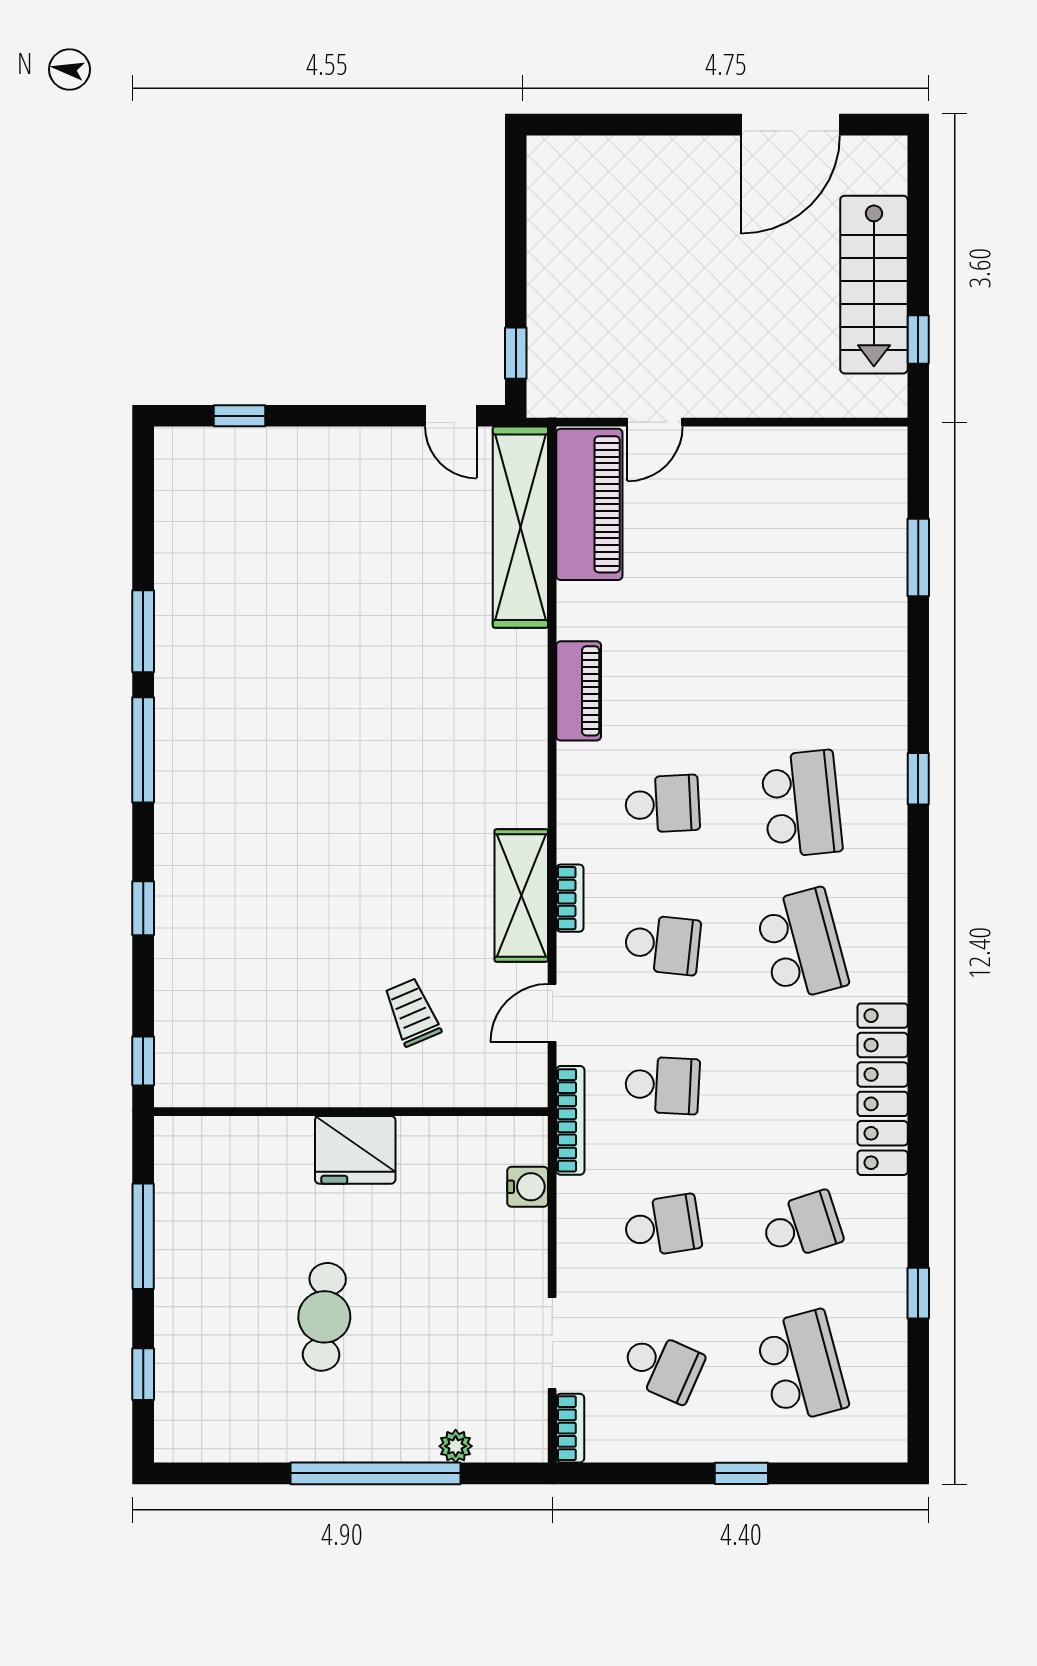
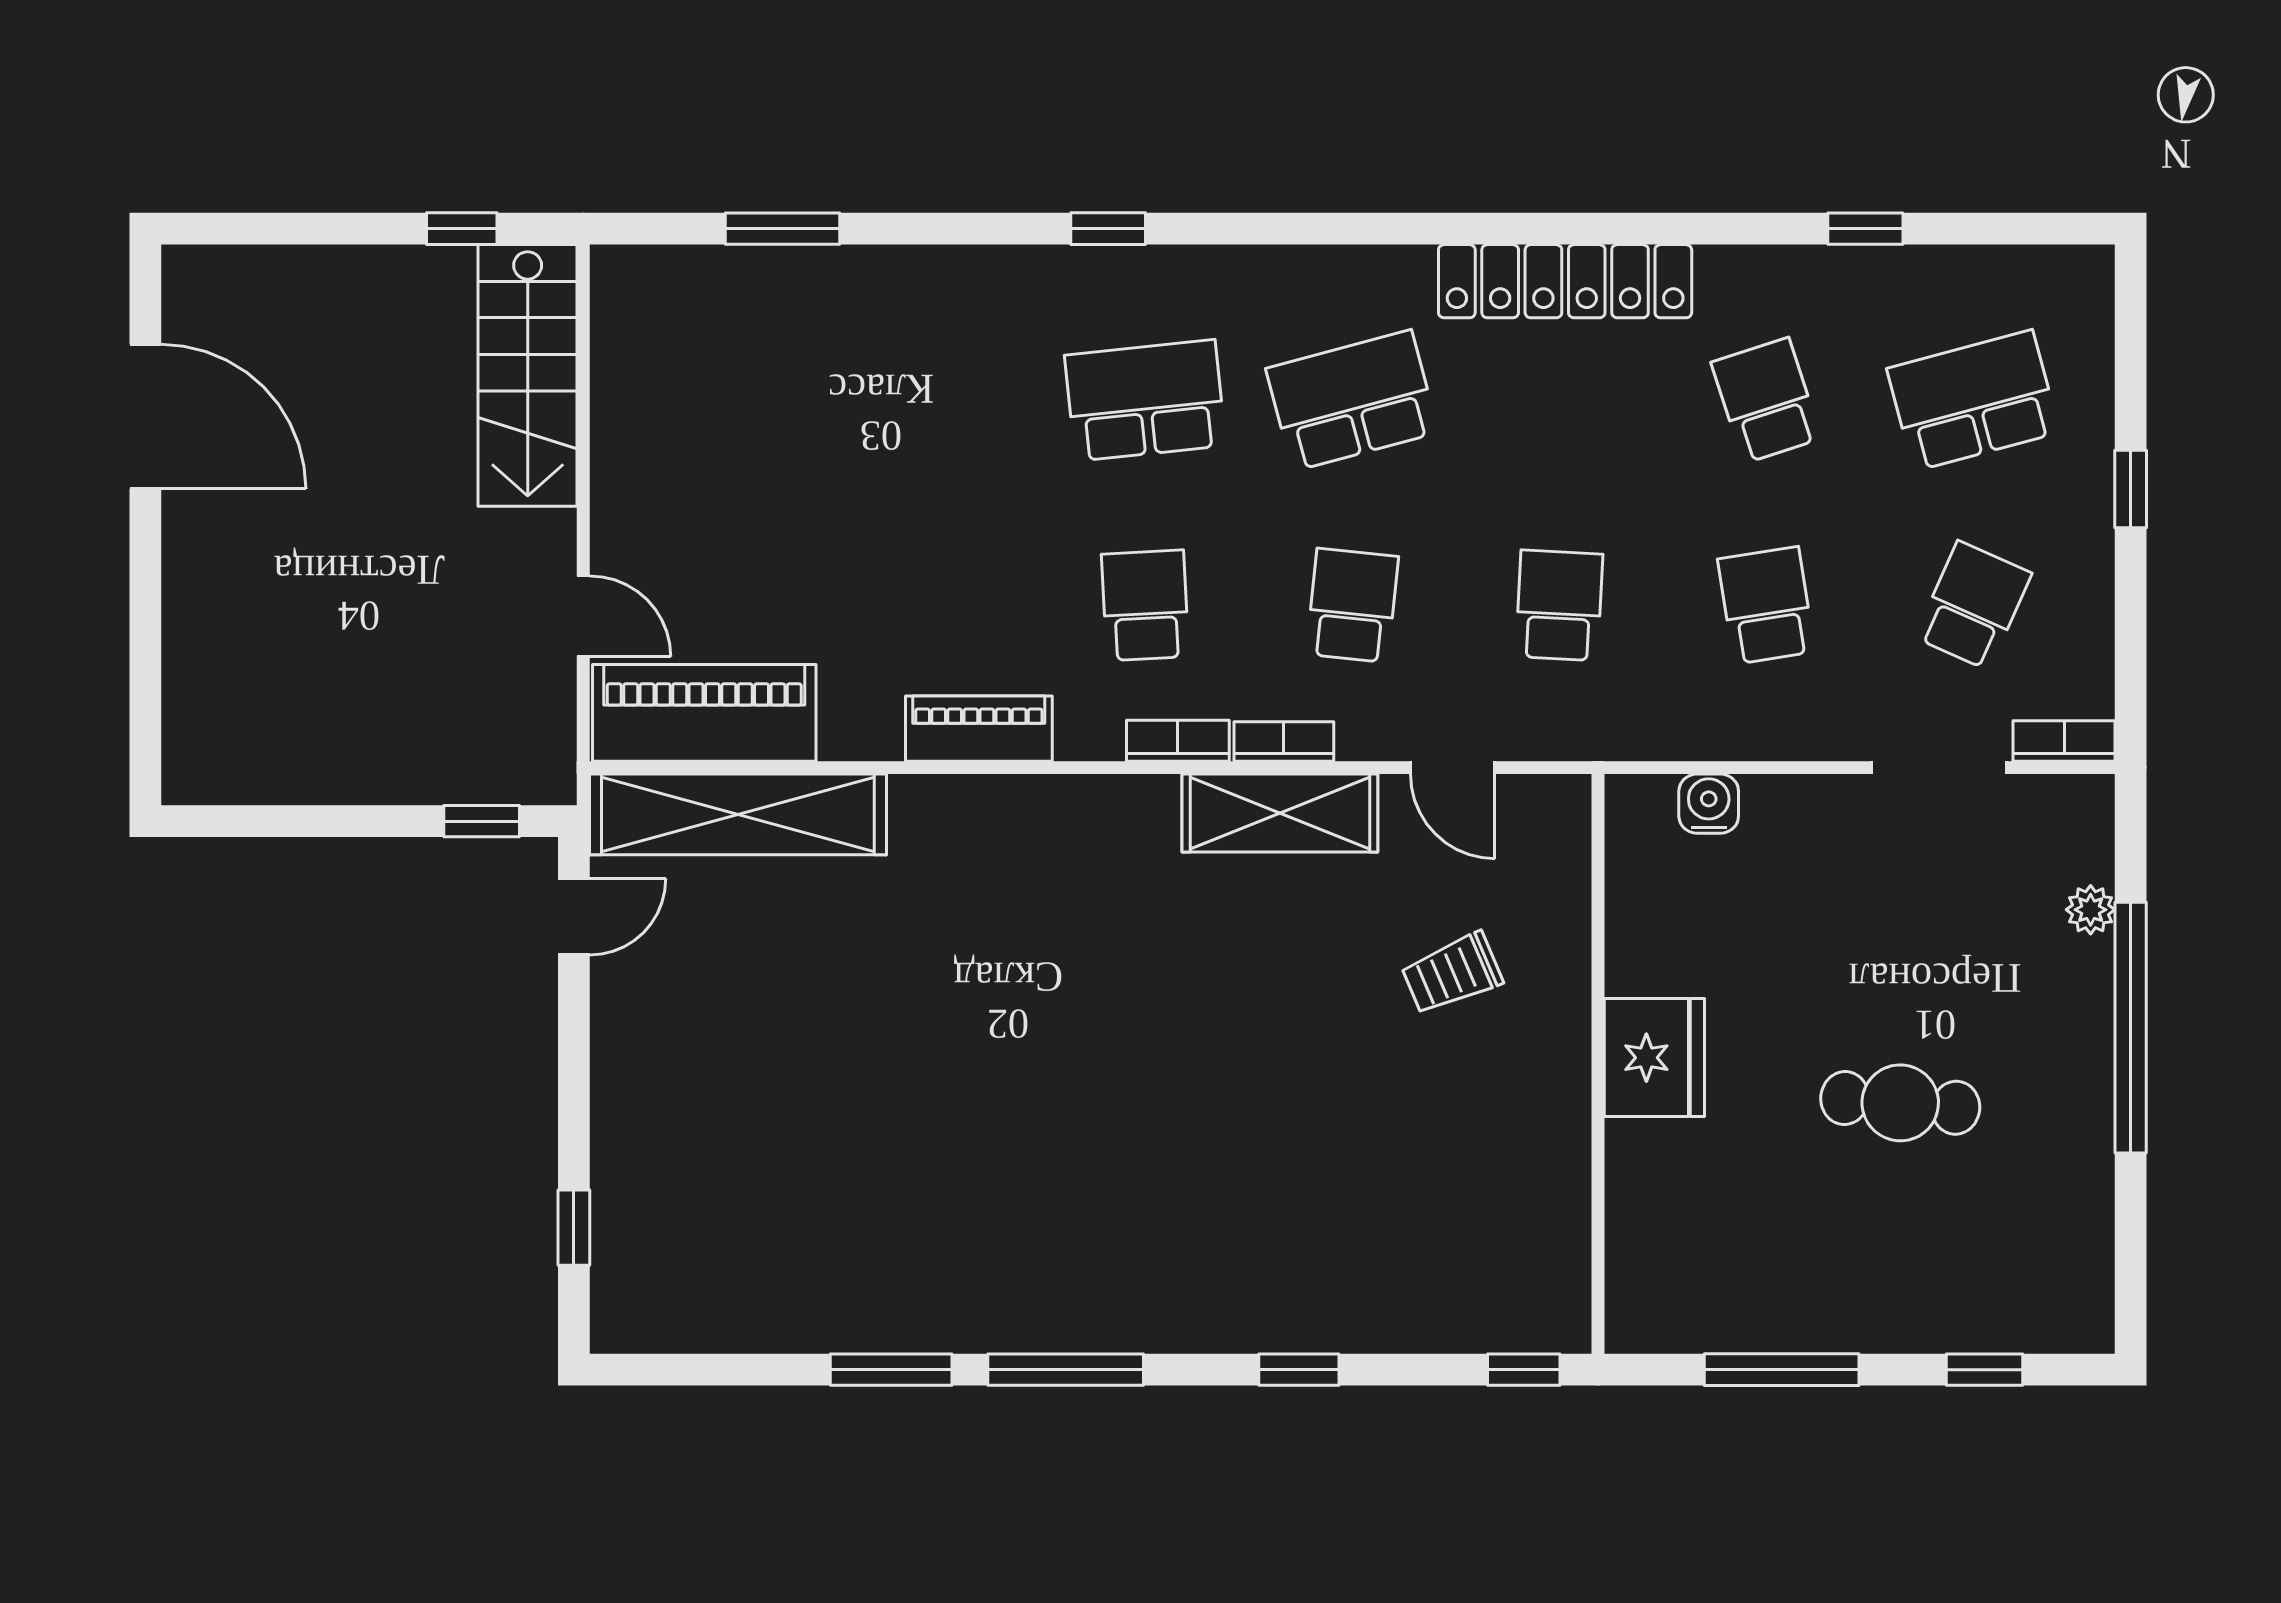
stairs: (874, 285) -> (528, 375), moved, turned 90
bookcase: (570, 1120) -> (1178, 741), moved, width x0.64

